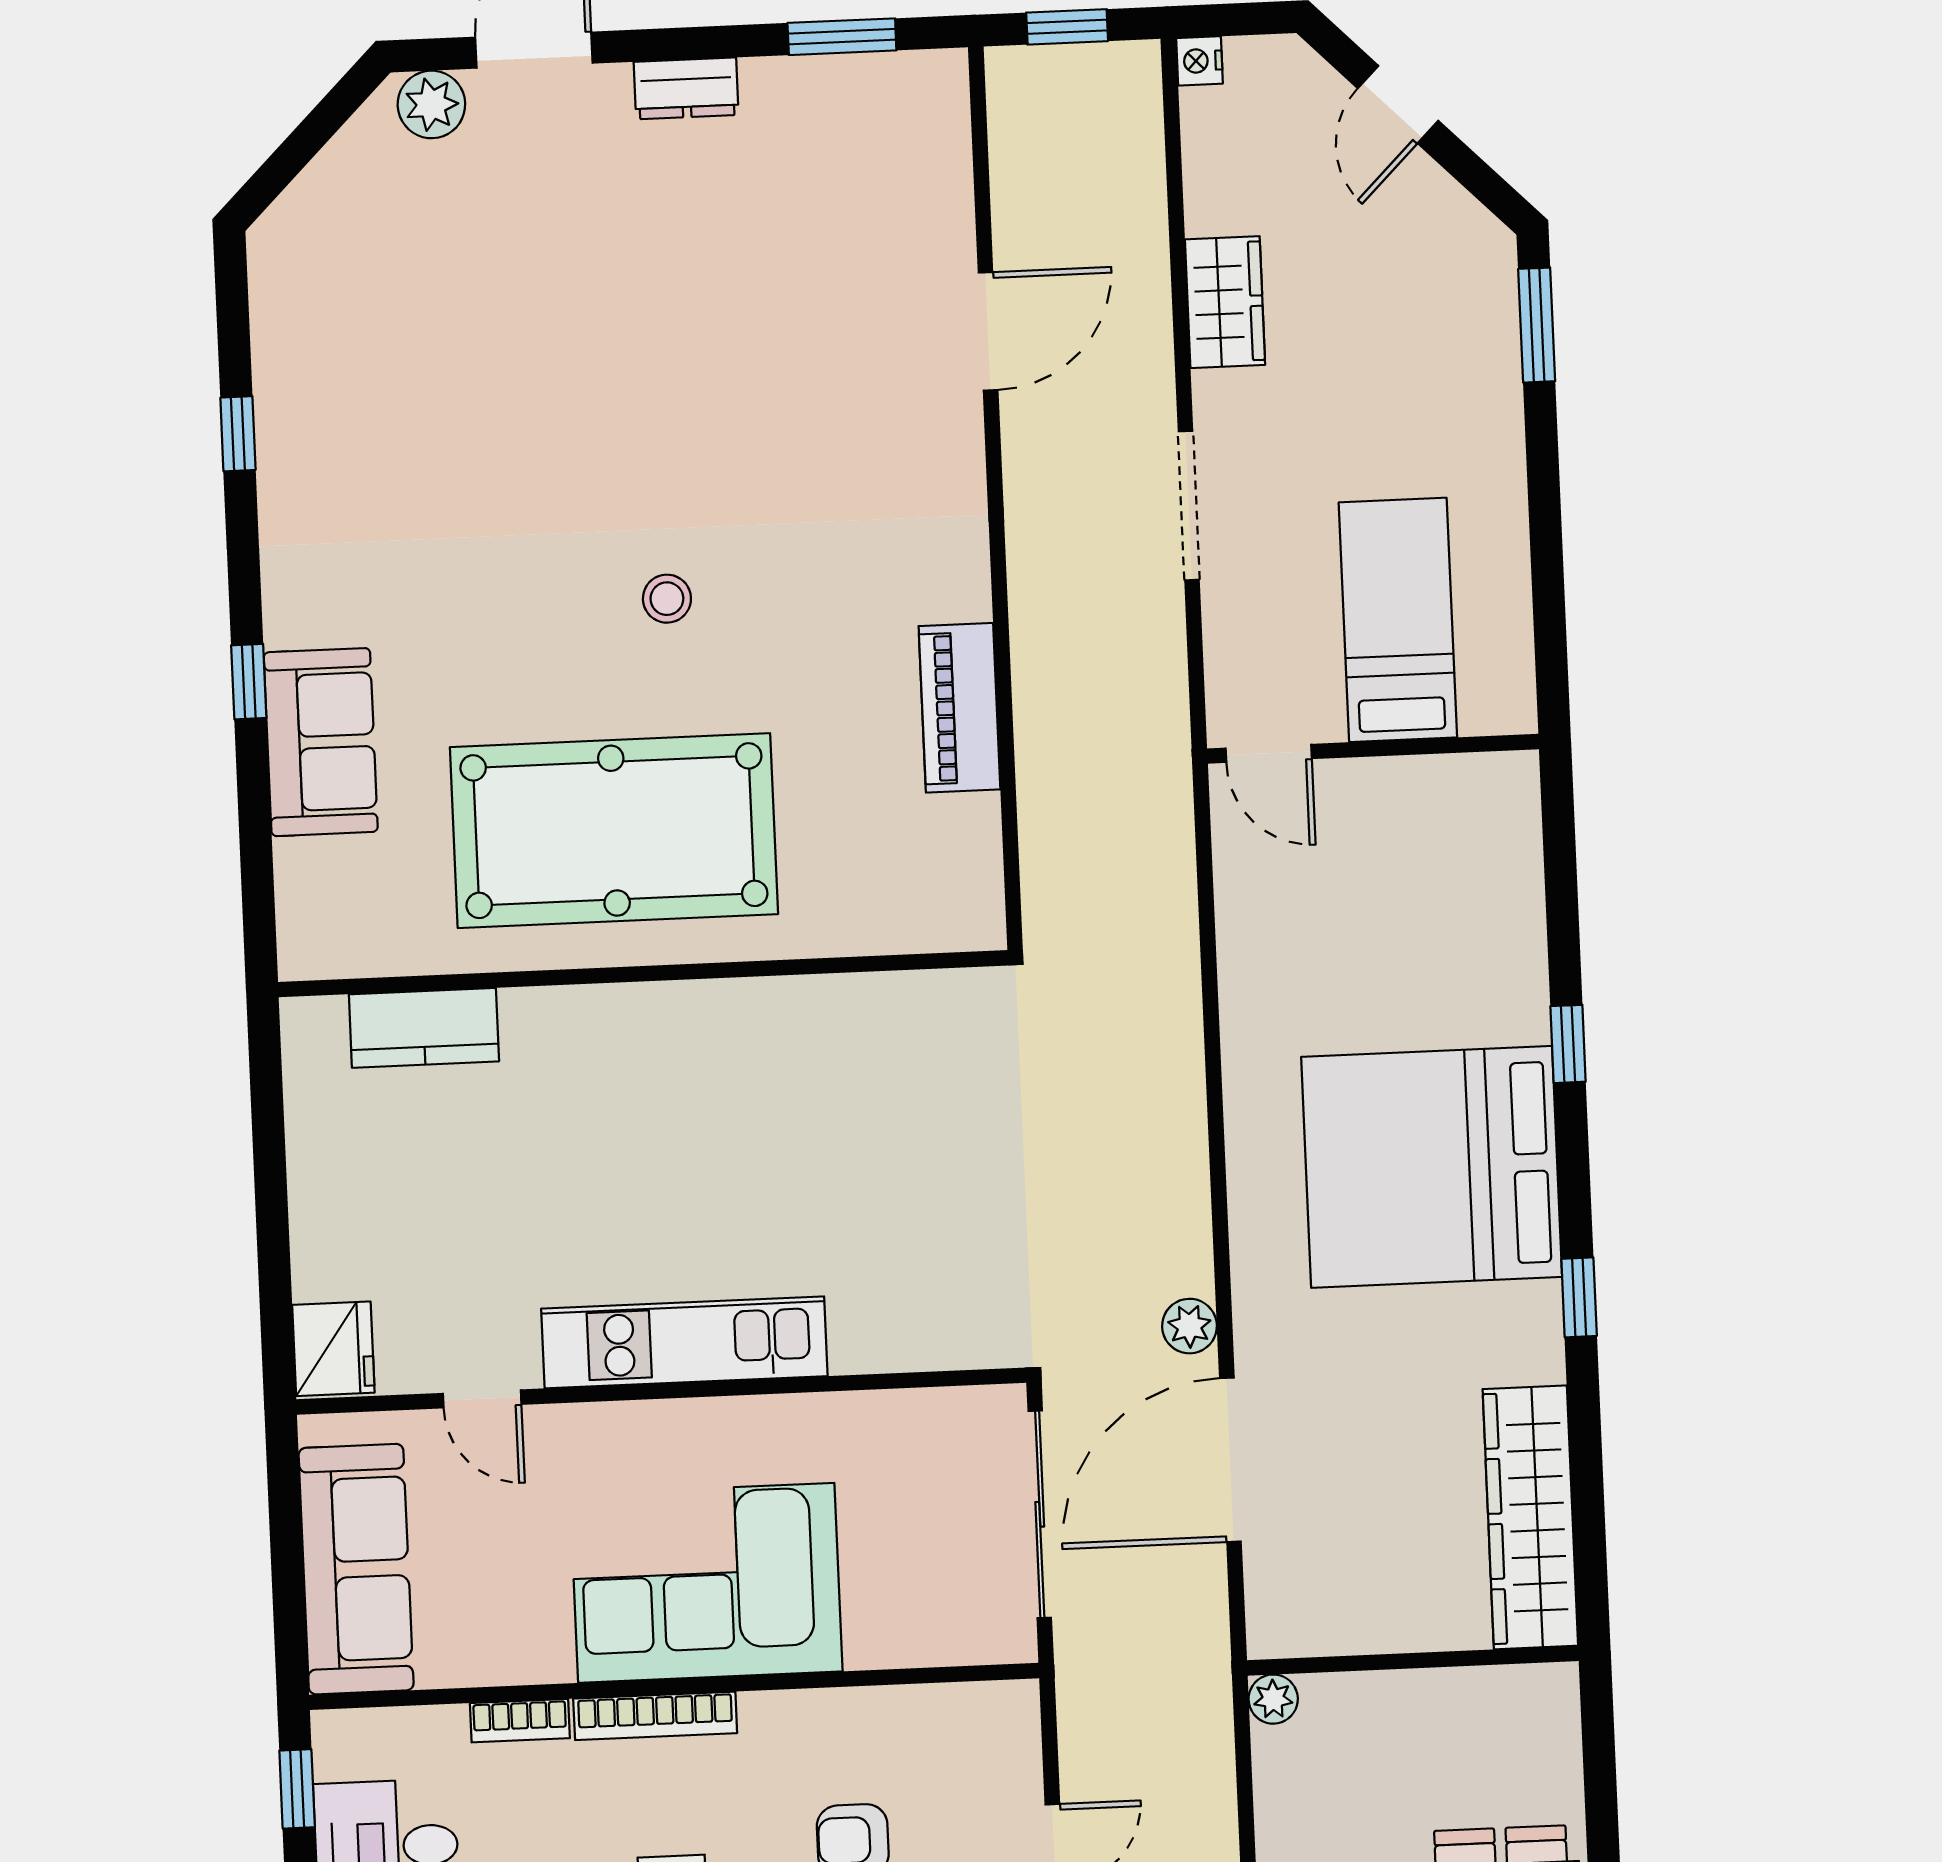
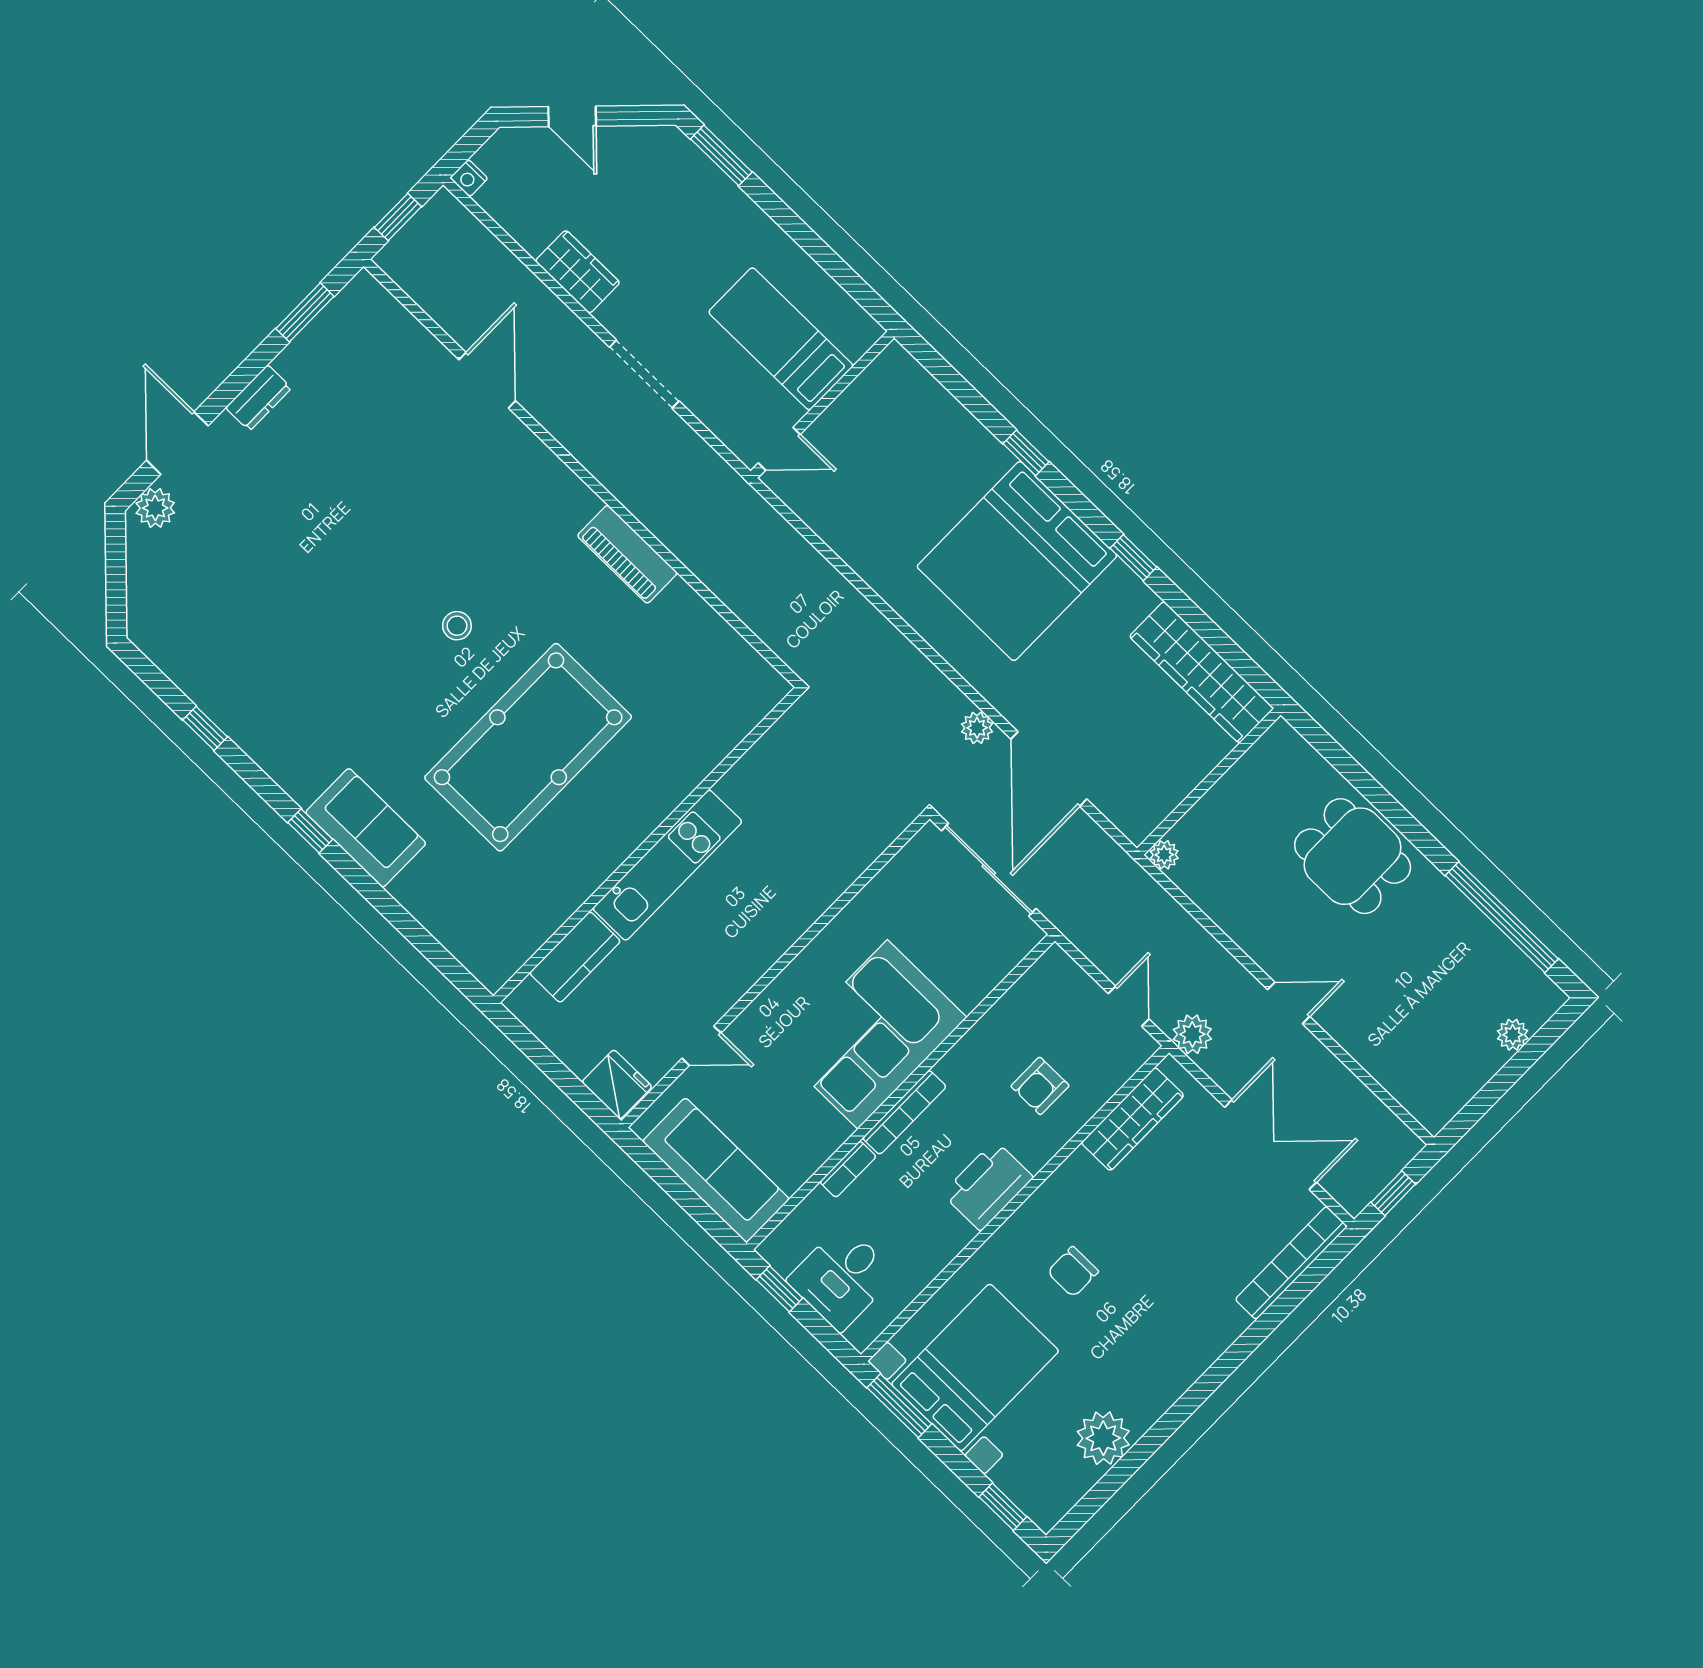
wall: (643, 974) -> (648, 845), moved
kitchen counter: (424, 1028) -> (575, 957), moved
kitchen unit: (684, 1342) -> (667, 865), moved, turned 180

